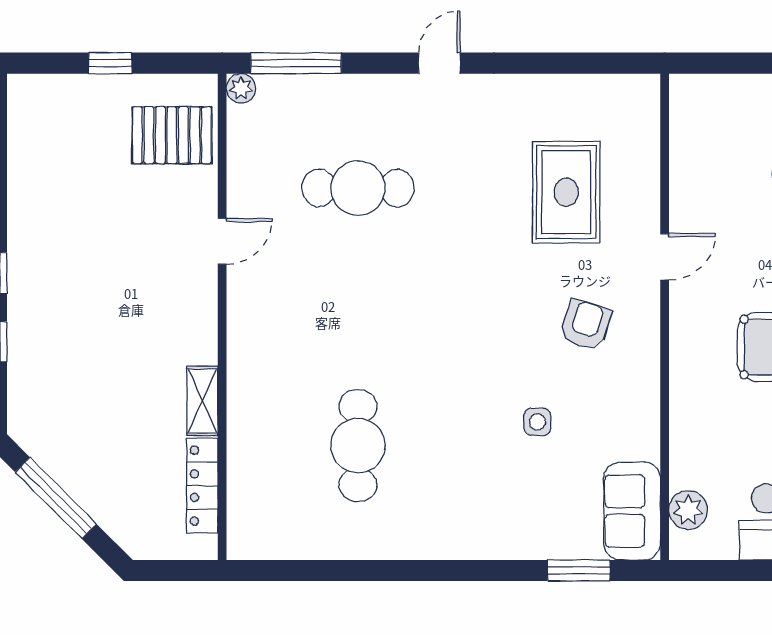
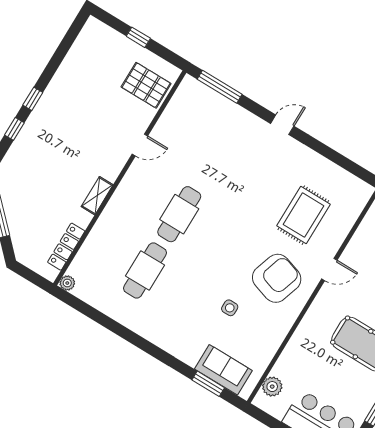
plant: (241, 88) -> (67, 283), moved
cafe table: (358, 188) -> (179, 214), moved, turned 90
armchair: (586, 325) -> (277, 278), width x1.88, depth x1.88
shelving: (202, 401) -> (97, 196), moved
sofa: (632, 511) -> (223, 370), moved, turned 90

